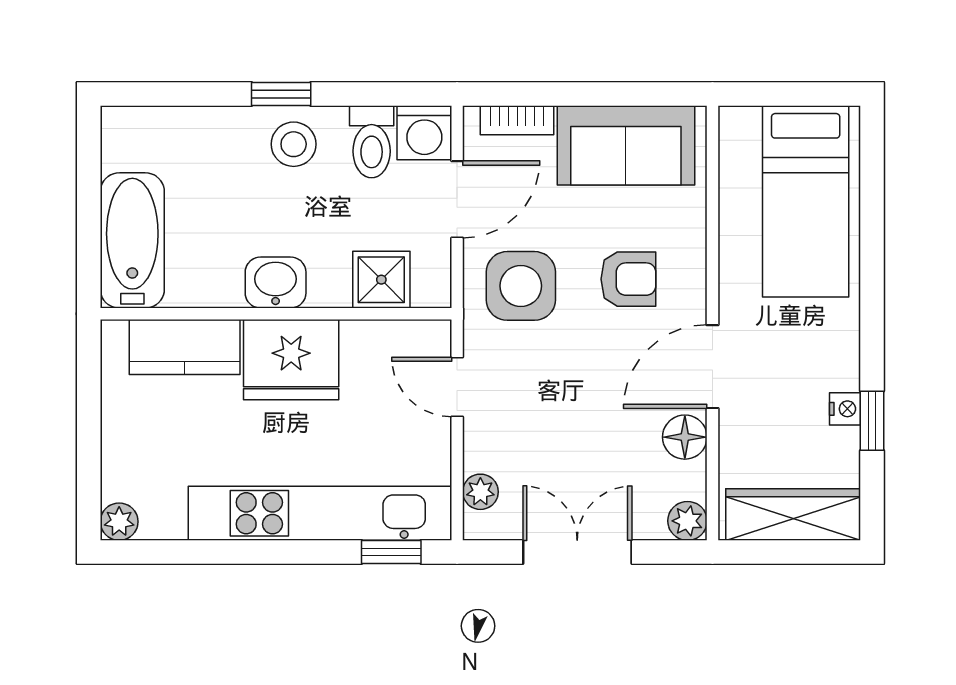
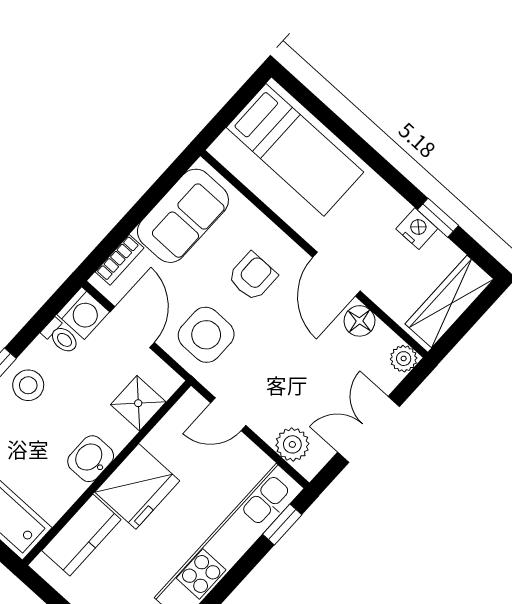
toilet: (372, 142) -> (61, 337), width x0.73, depth x0.72
nightstand: (845, 409) -> (417, 229), width x1.39, depth x1.35
plant: (480, 492) -> (292, 444), width x1.38, depth x1.38

